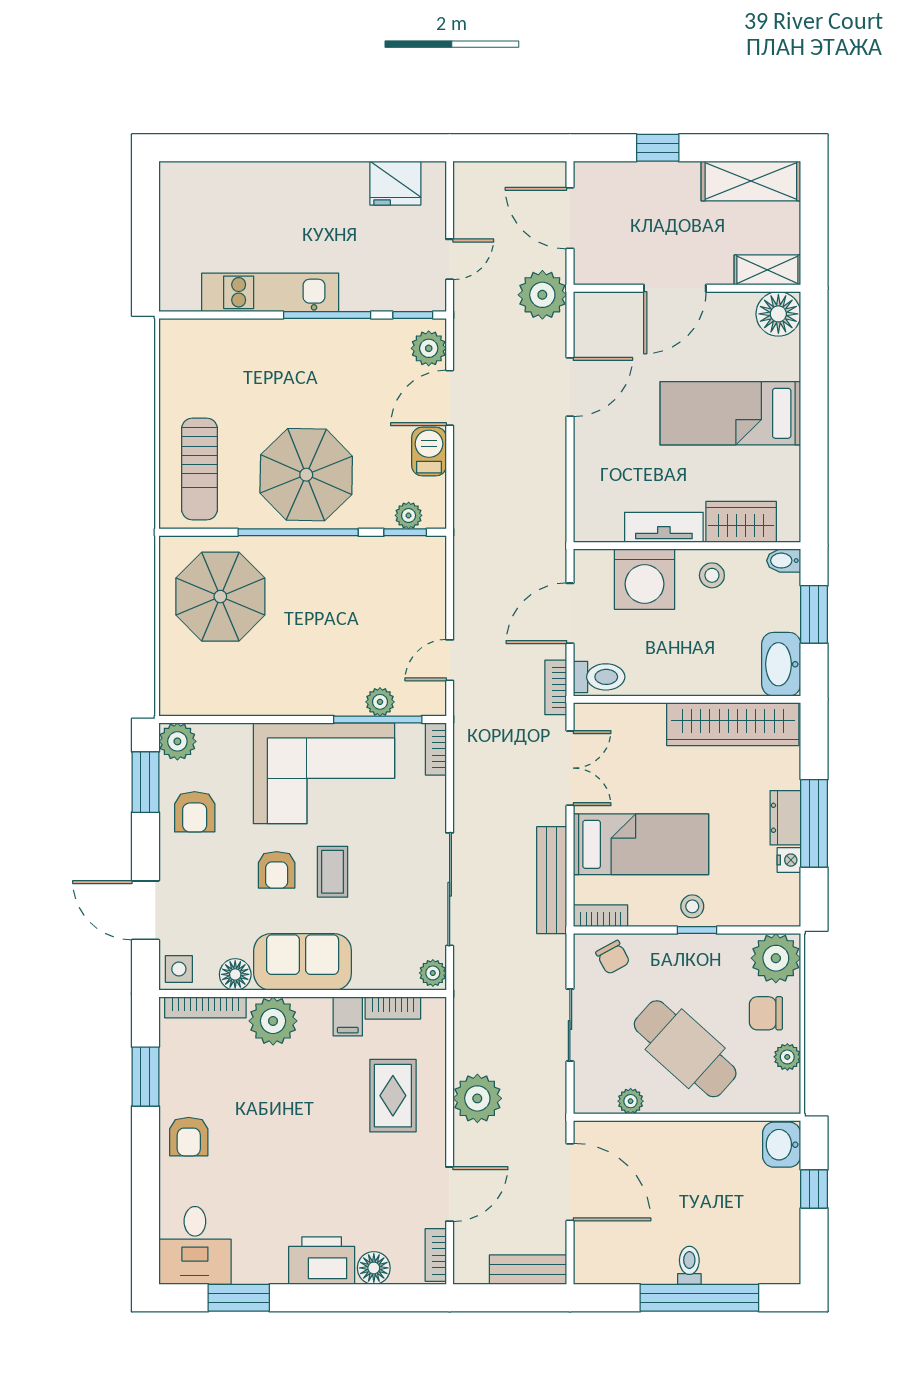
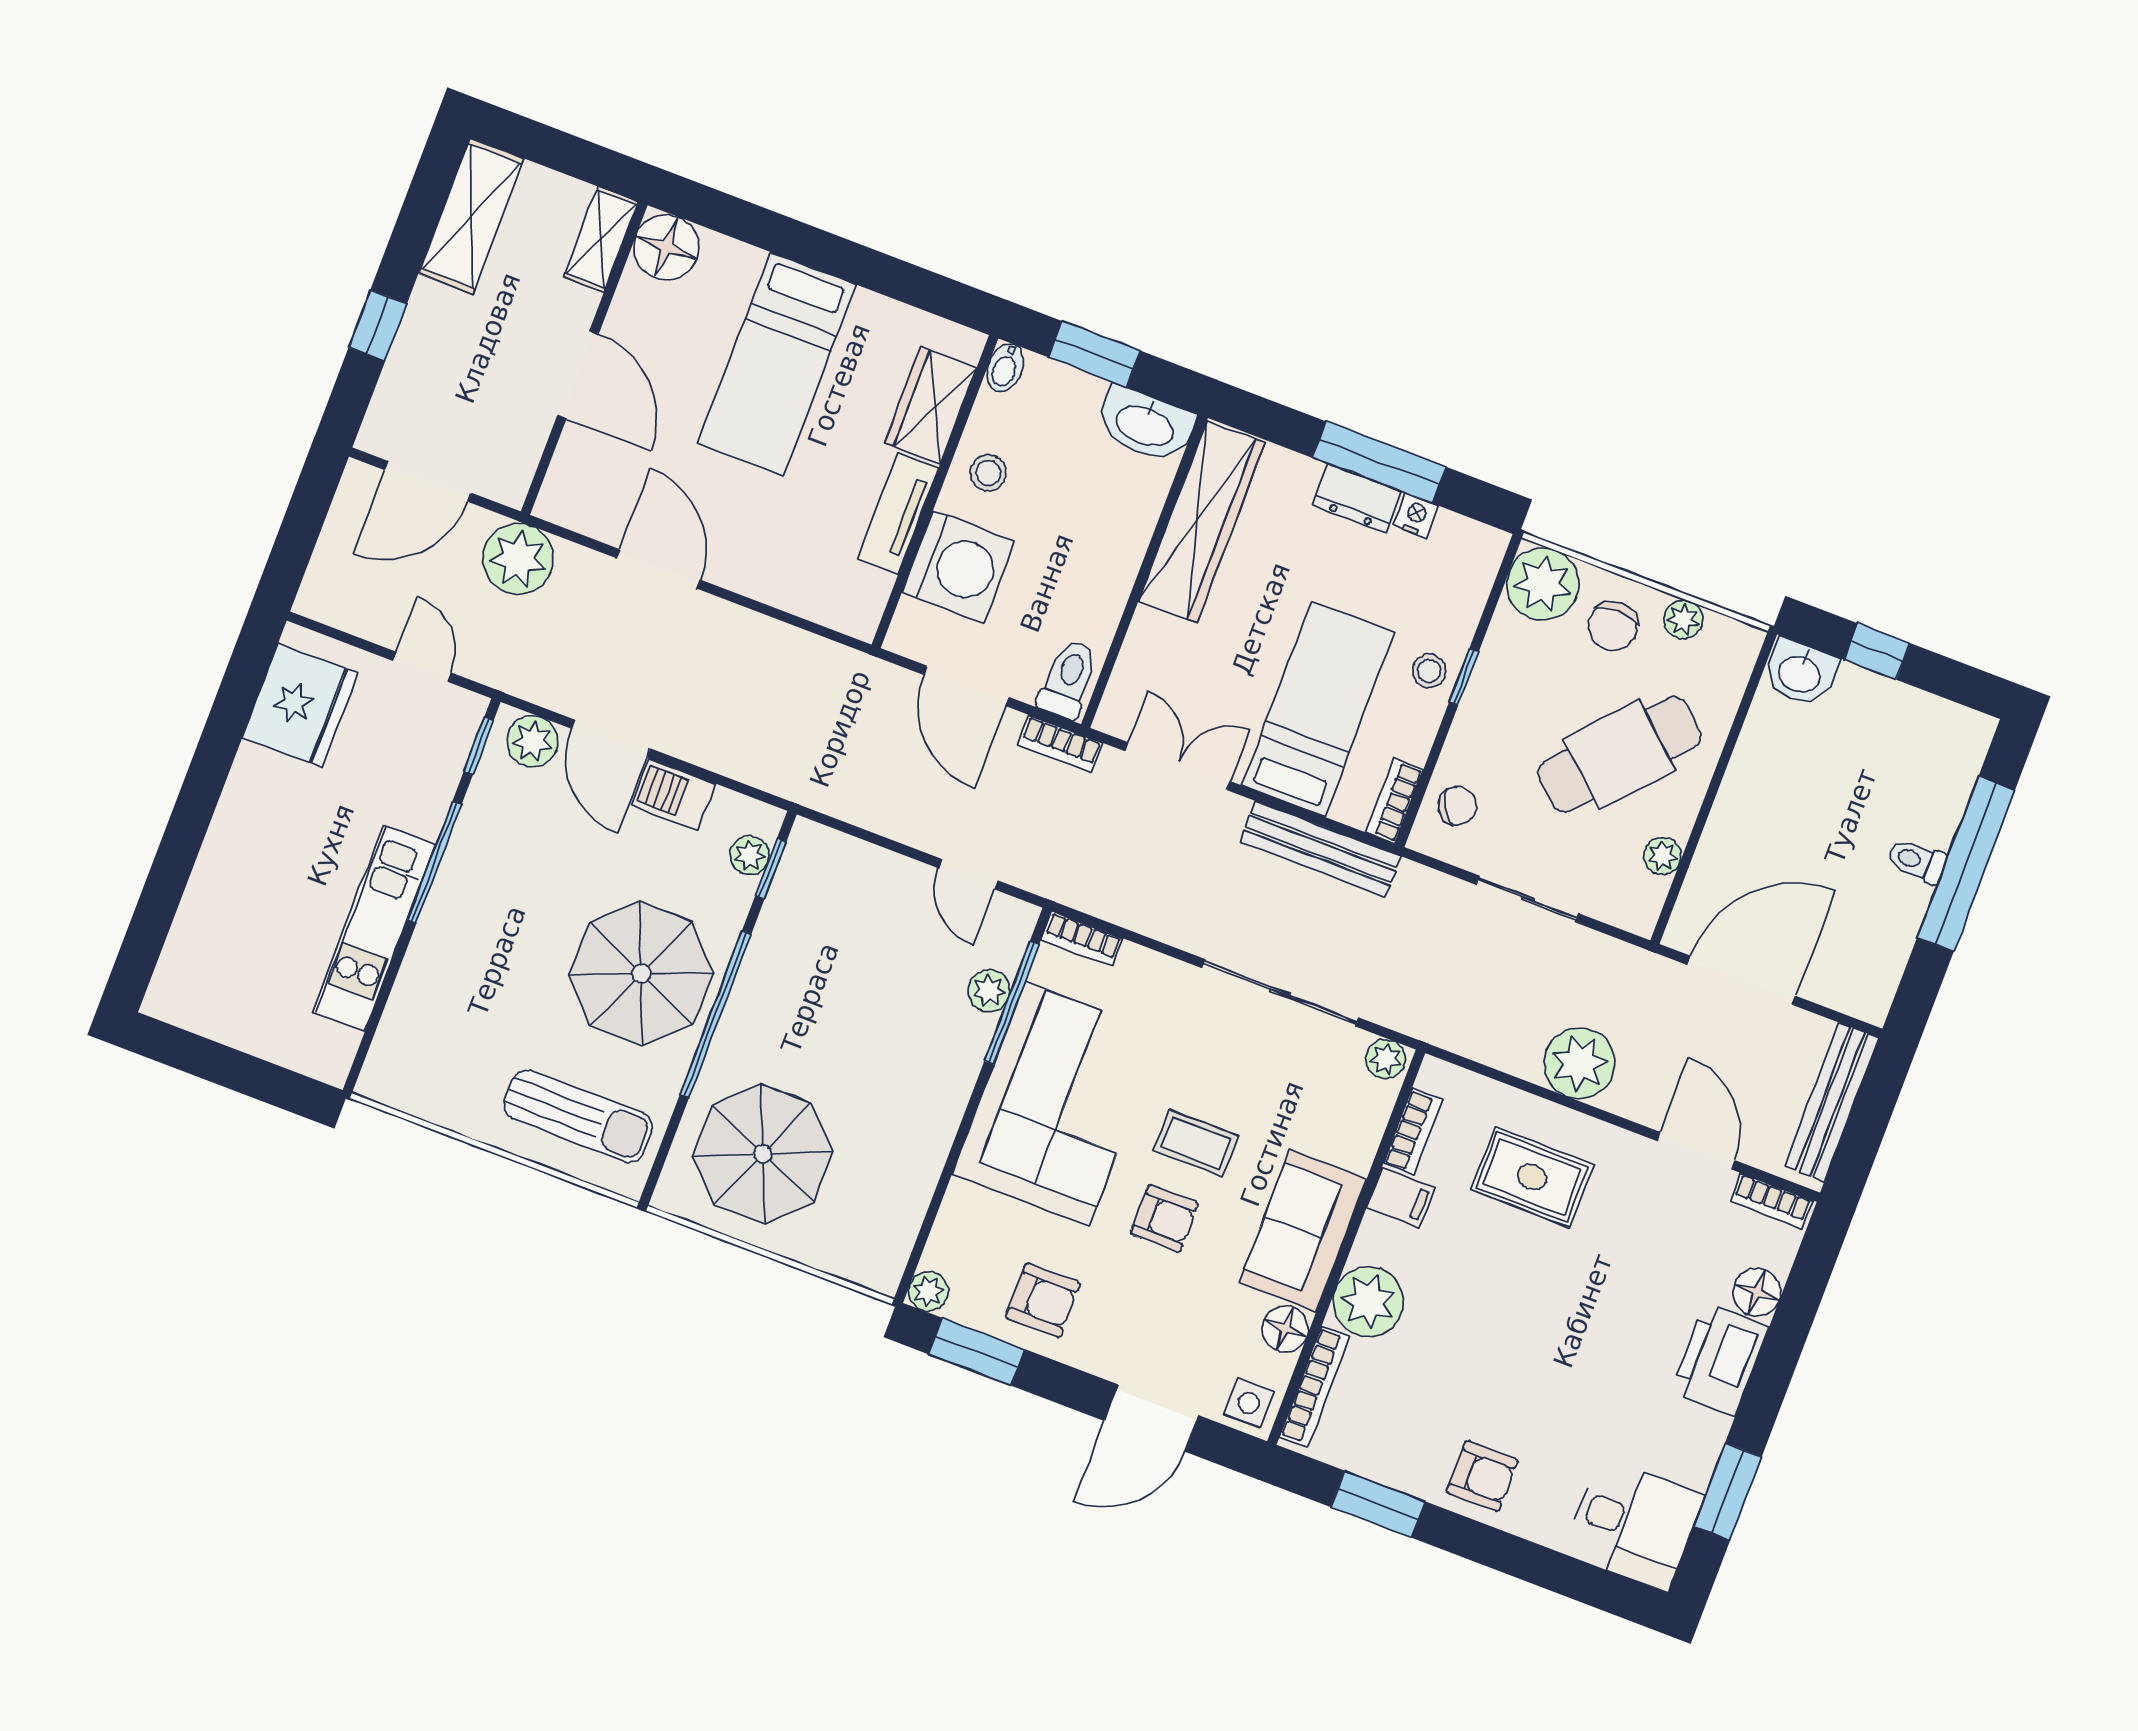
fridge: (395, 183) -> (300, 705), width x1.36, depth x1.34
plant: (177, 741) -> (928, 1291), width x0.73, depth x0.73
bench: (528, 1270) -> (1832, 1102), width x1.36

